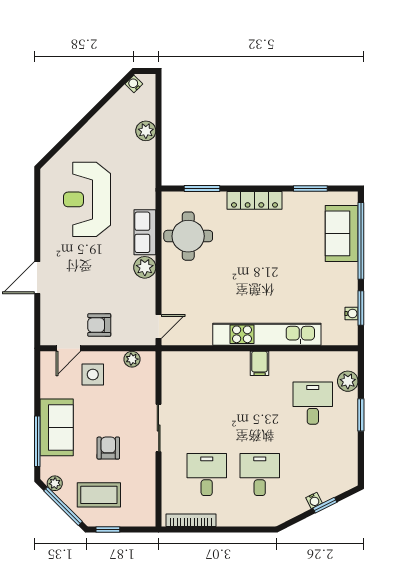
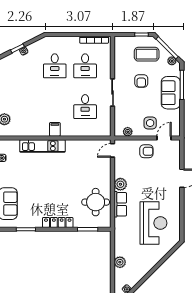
kitchen unit: (267, 334) -> (42, 146), width x0.73
desk: (313, 403) -> (85, 107), moved

